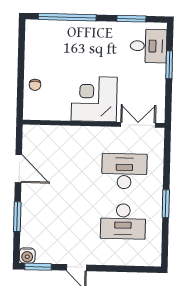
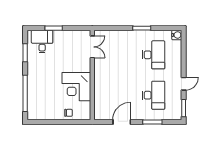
corner desk: (94, 99) -> (76, 87), moved
double door: (138, 125) -> (92, 47), swing flipped
desk: (124, 171) -> (154, 95), moved, turned 180
water cooler: (27, 256) -> (177, 35), moved

